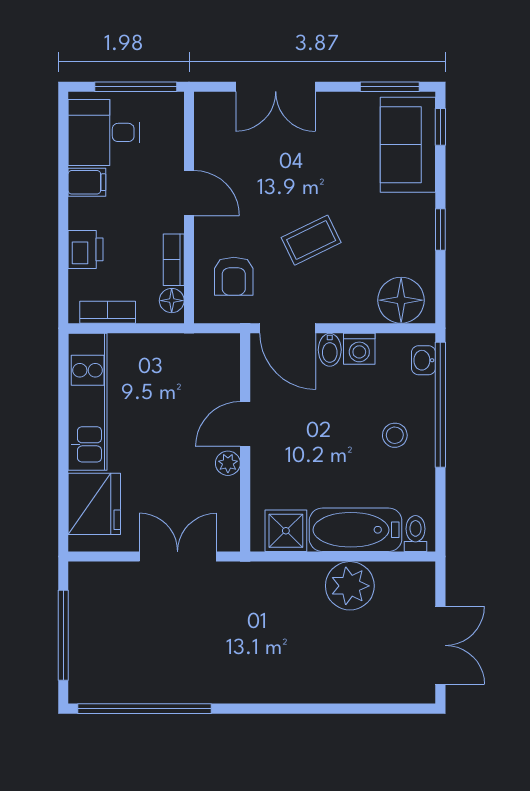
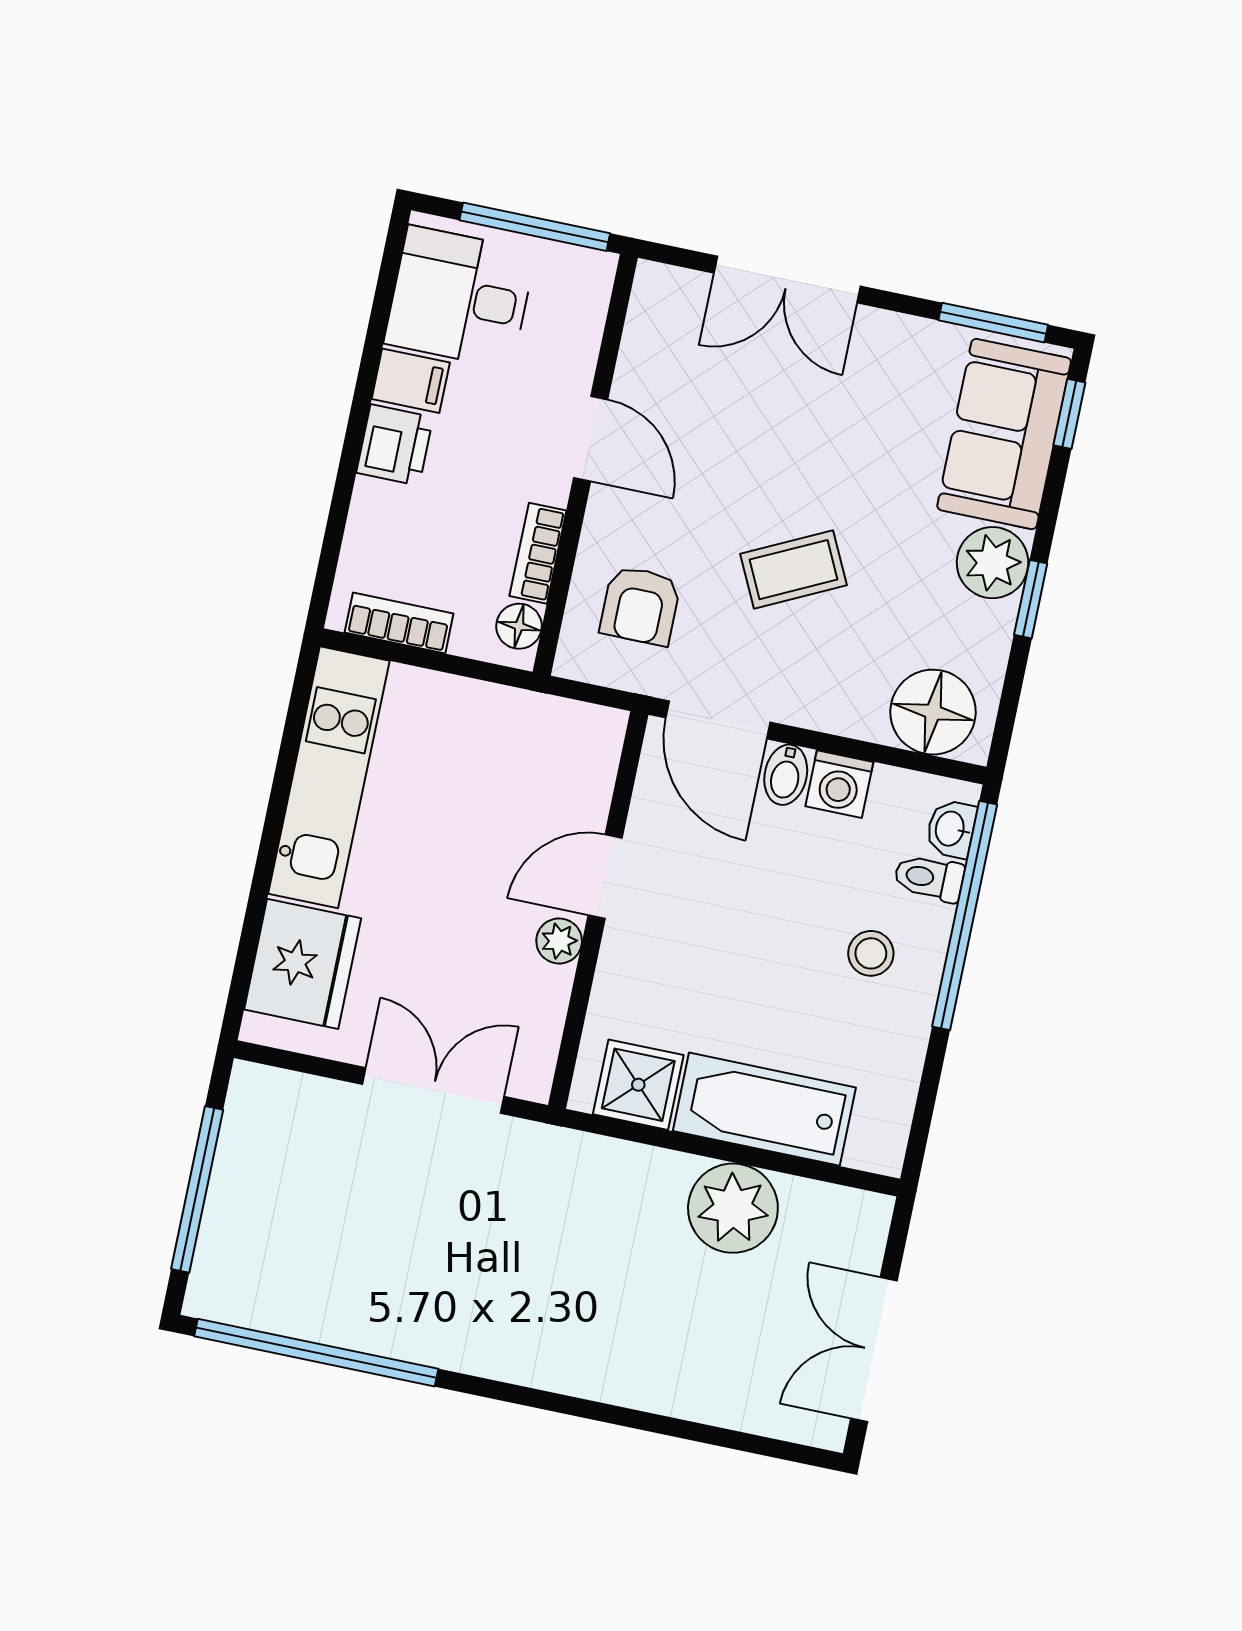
plant: (416, 214) -> (993, 563), added
printer: (86, 249) -> (395, 445), moved
toilet: (416, 533) -> (929, 878), moved, turned -90
double door: (440, 645) -> (874, 1350), swing flipped

